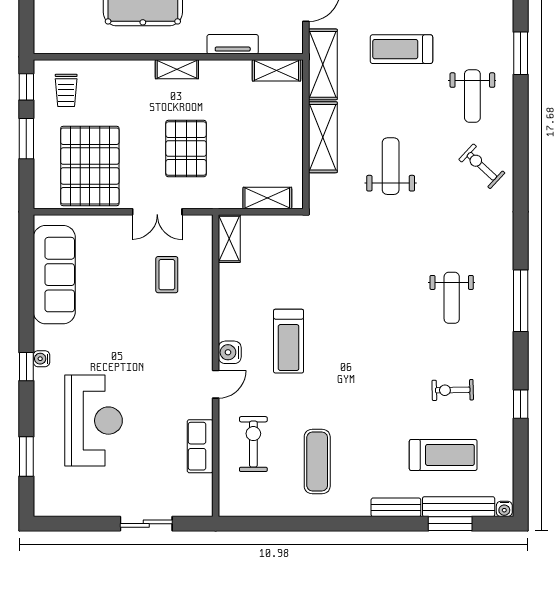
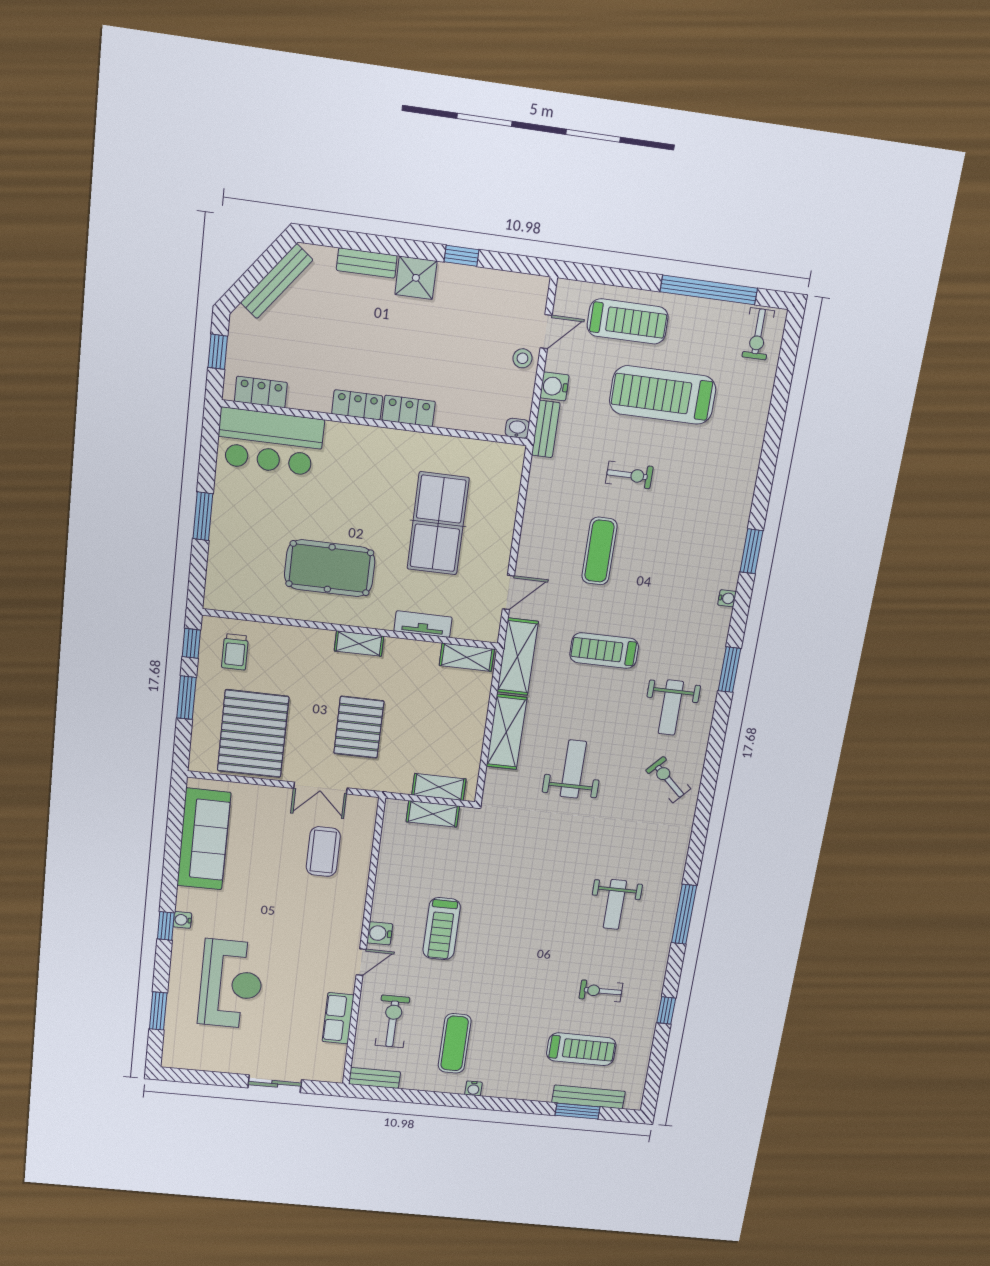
shelving: (229, 239) -> (433, 814), moved, turned 90
coffee table: (167, 275) -> (323, 852), width x1.36, depth x1.30
bench: (396, 507) -> (375, 1078), moved
water cooler: (504, 509) -> (473, 1088), moved

